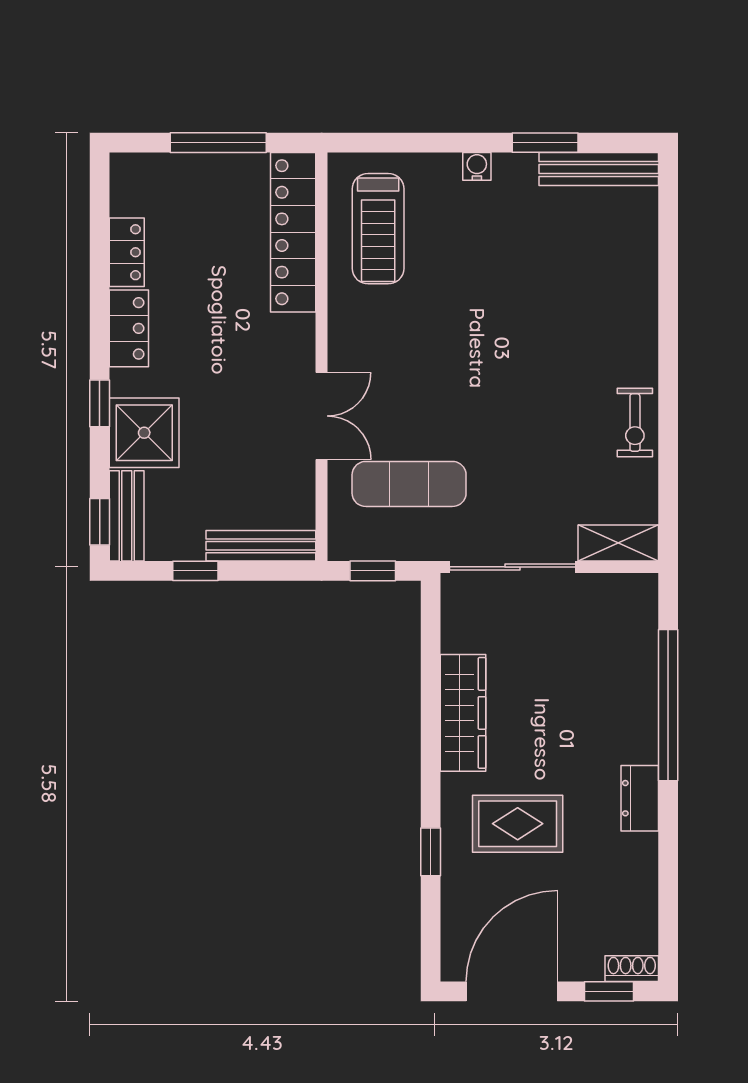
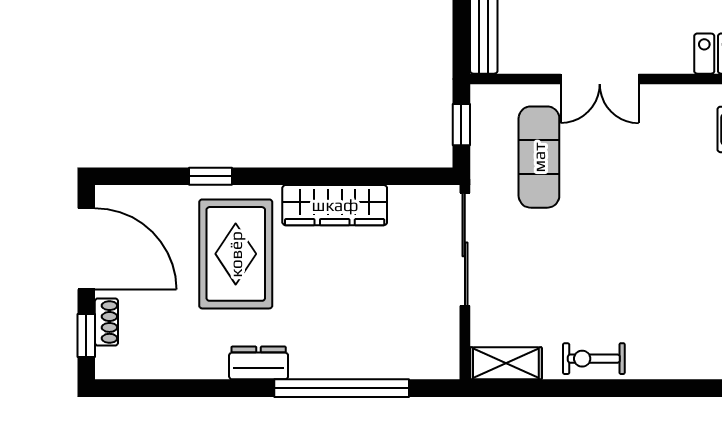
shelving: (618, 543) -> (506, 363), moved, turned 90
rug: (518, 824) -> (236, 254), width x1.36, depth x1.43
shoe rack: (632, 969) -> (106, 322), moved

